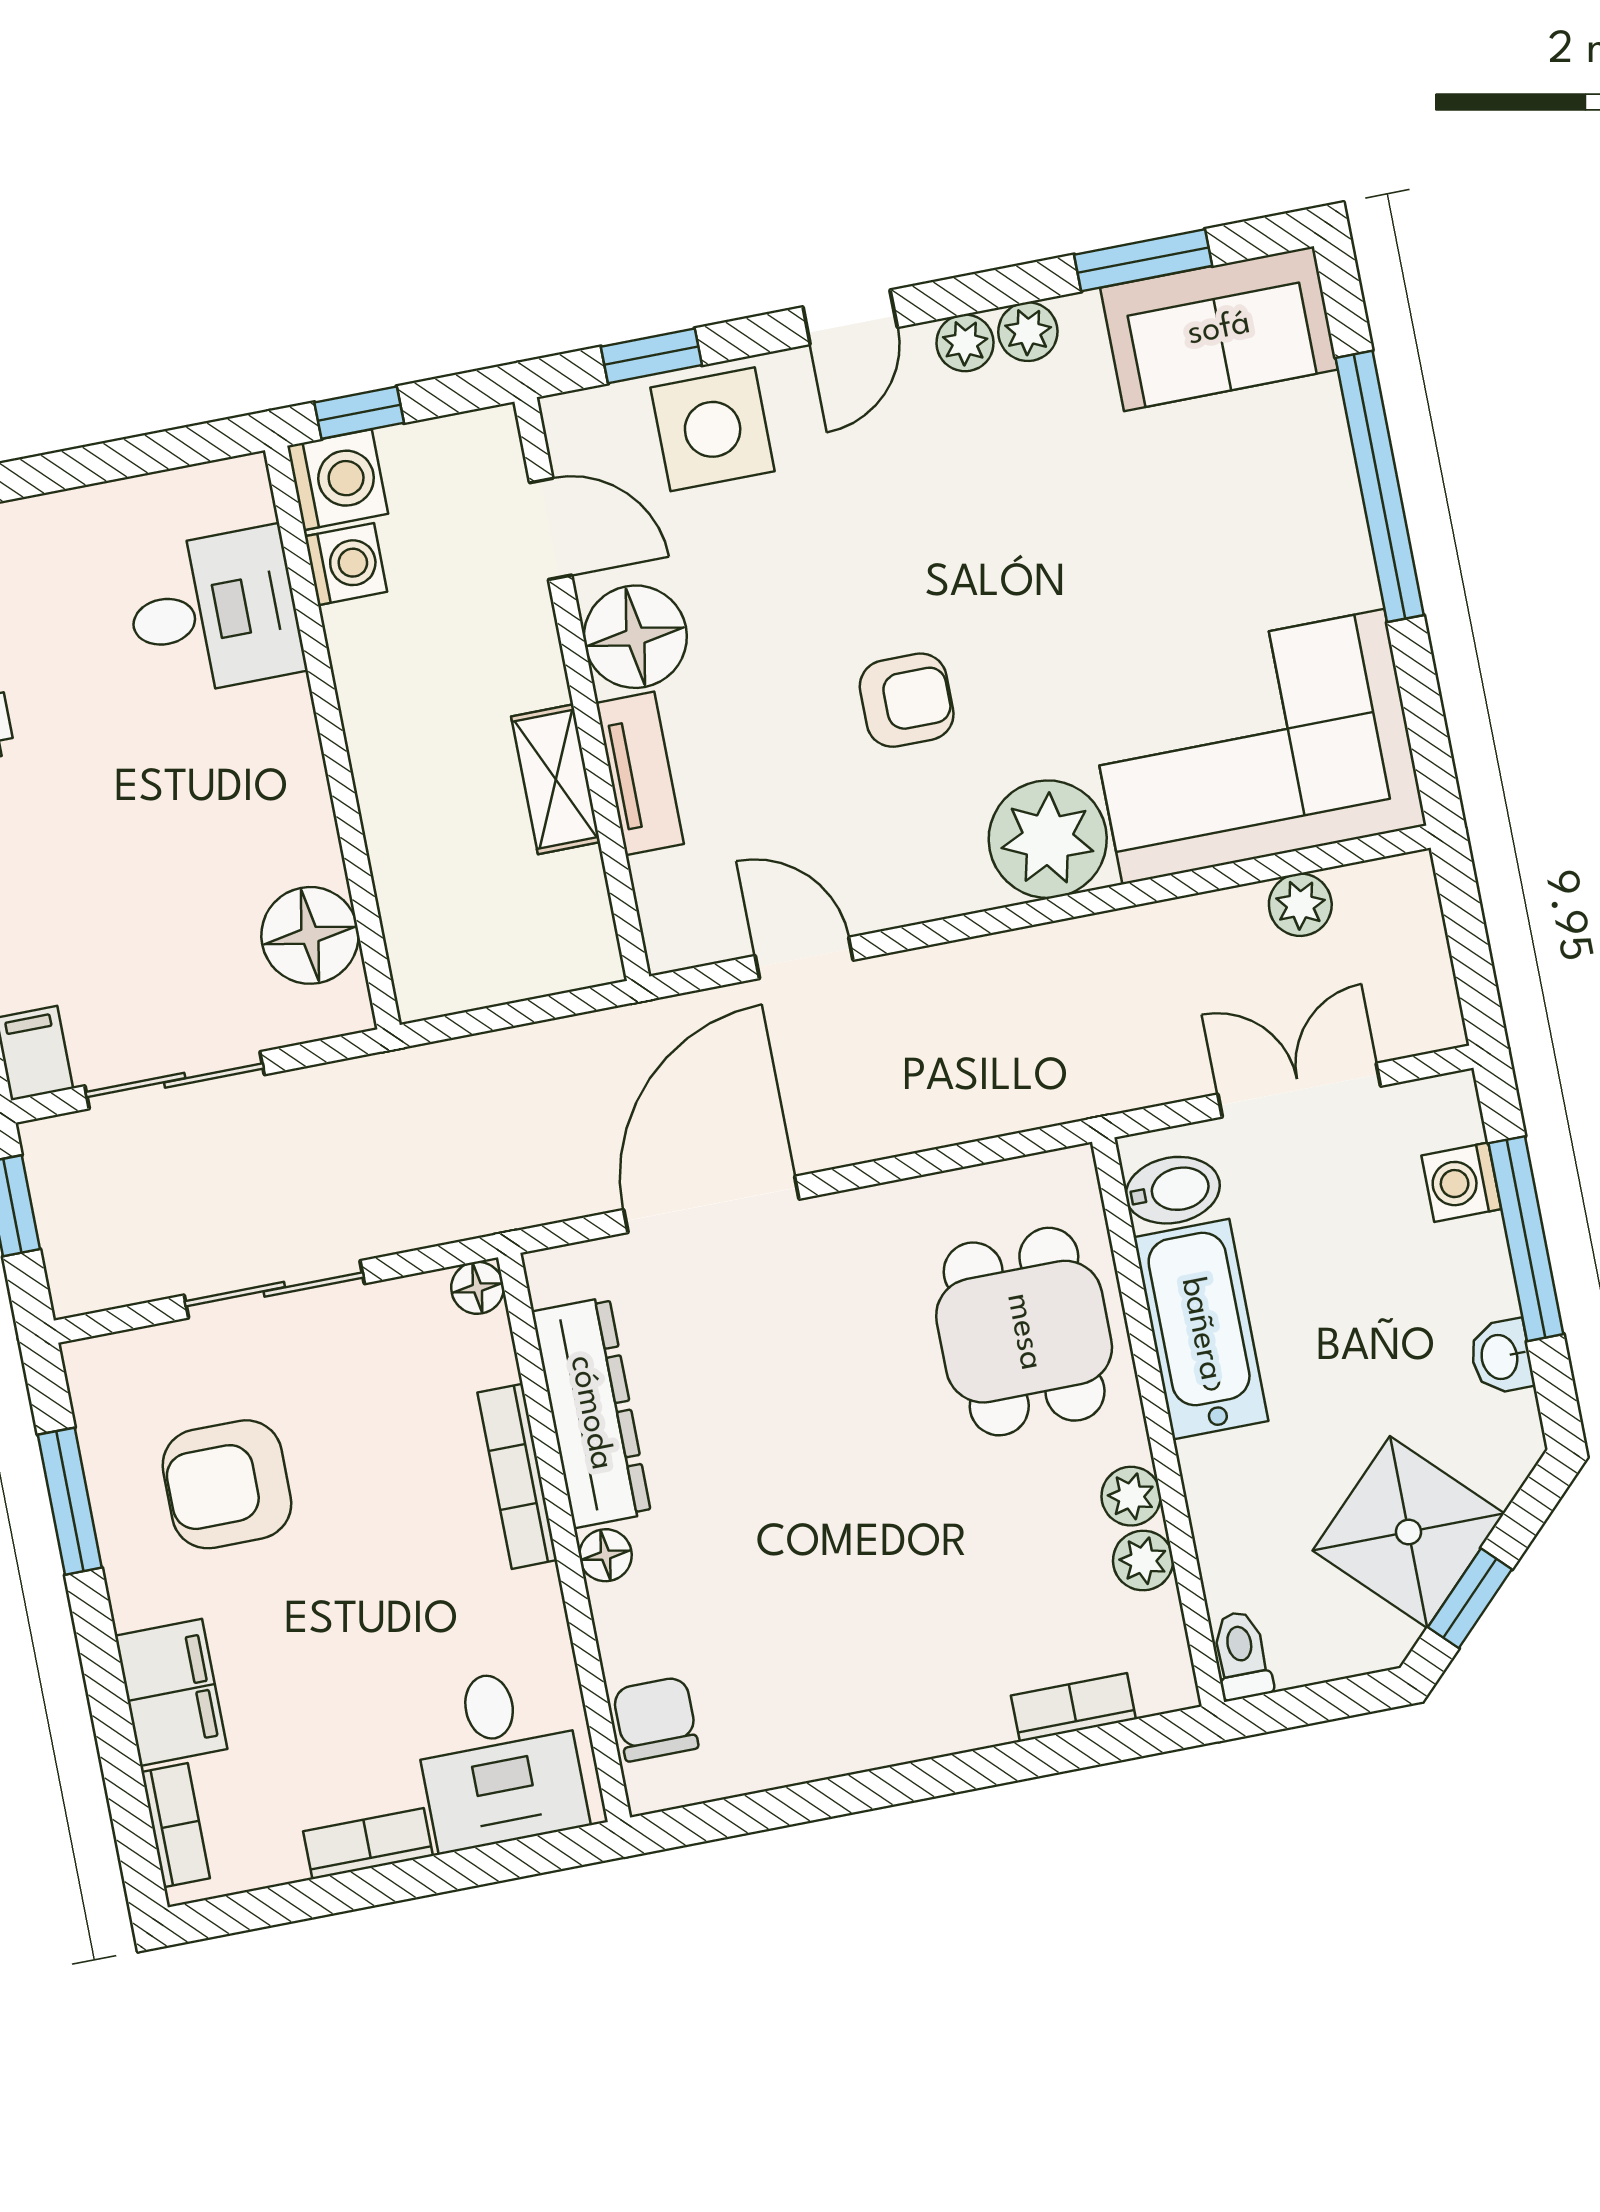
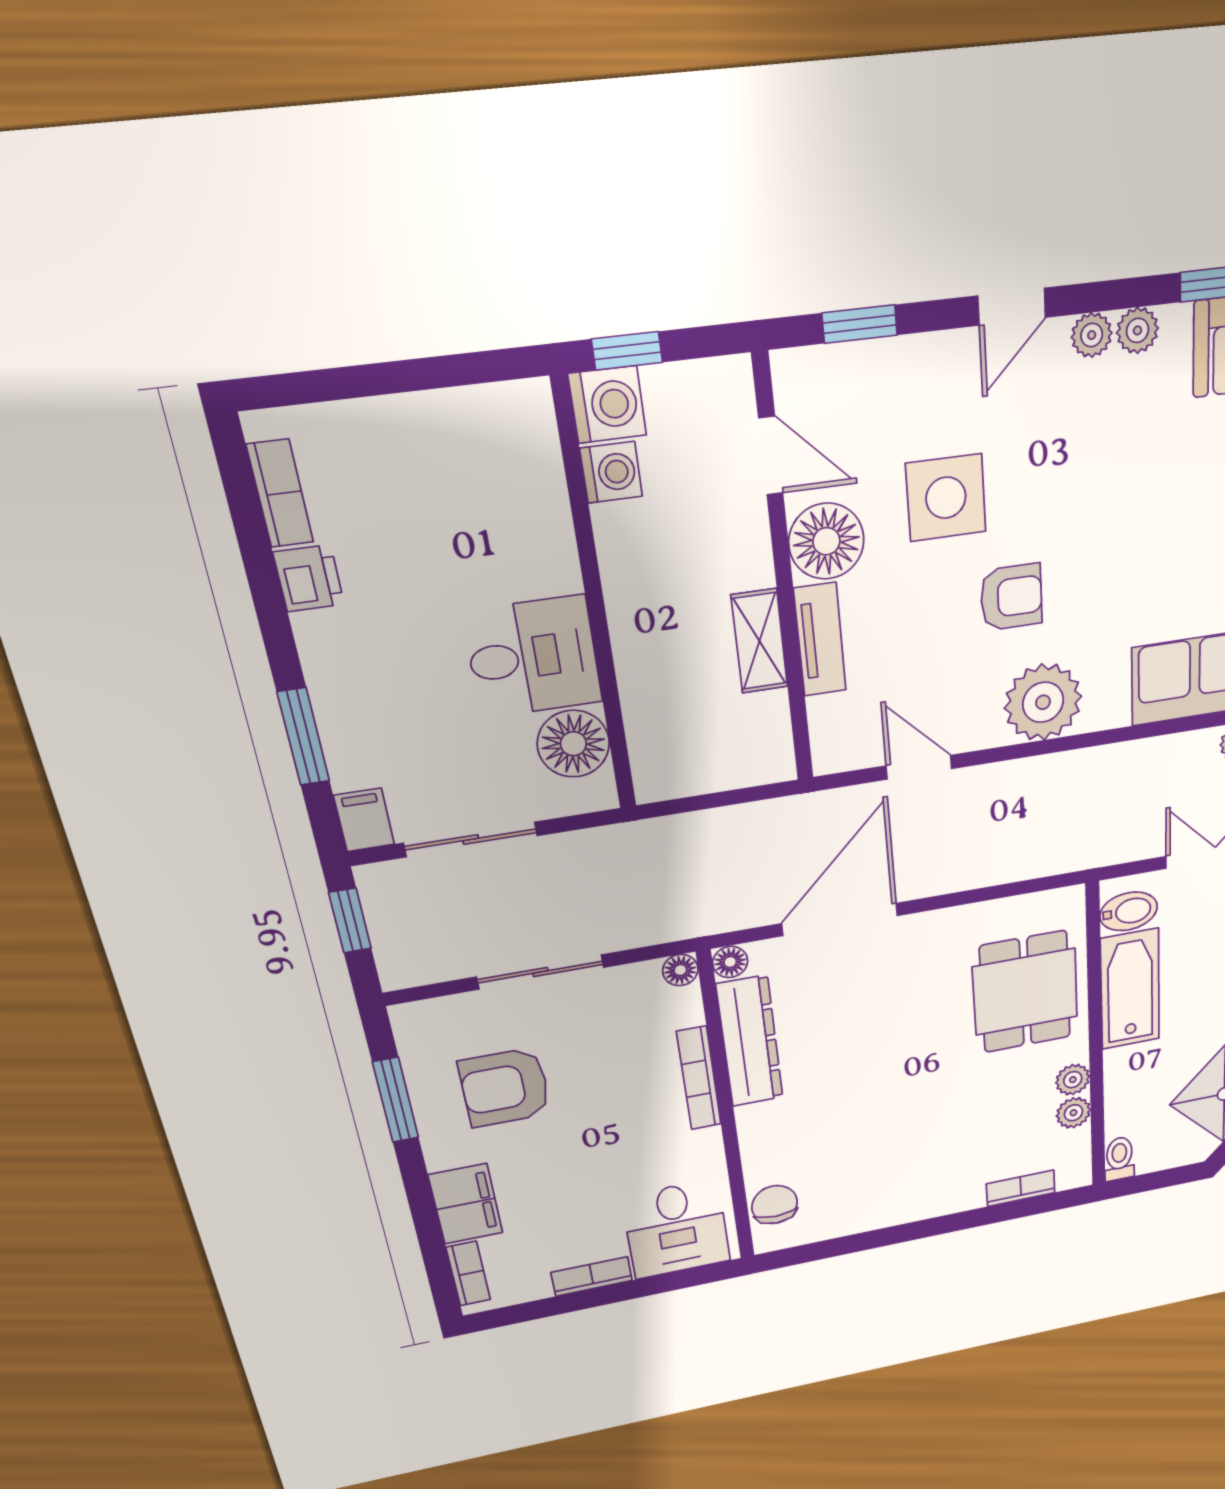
side table: (713, 429) -> (946, 498), moved
desk: (214, 612) -> (533, 657), moved
plant: (1048, 839) -> (1043, 702), moved
floor lamp: (606, 1555) -> (730, 962), moved

